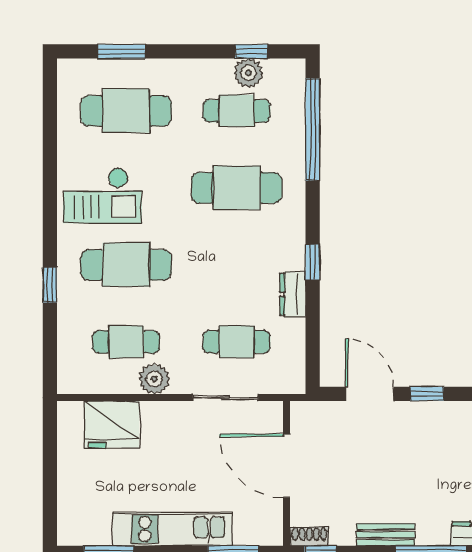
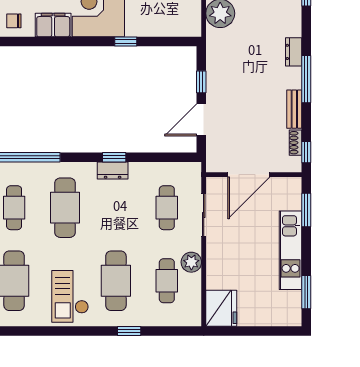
checkout: (102, 195) -> (70, 296), turned 180
dresser: (293, 294) -> (113, 171), moved
fridge: (112, 424) -> (221, 308), moved
shoe rack: (309, 536) -> (295, 143), moved

